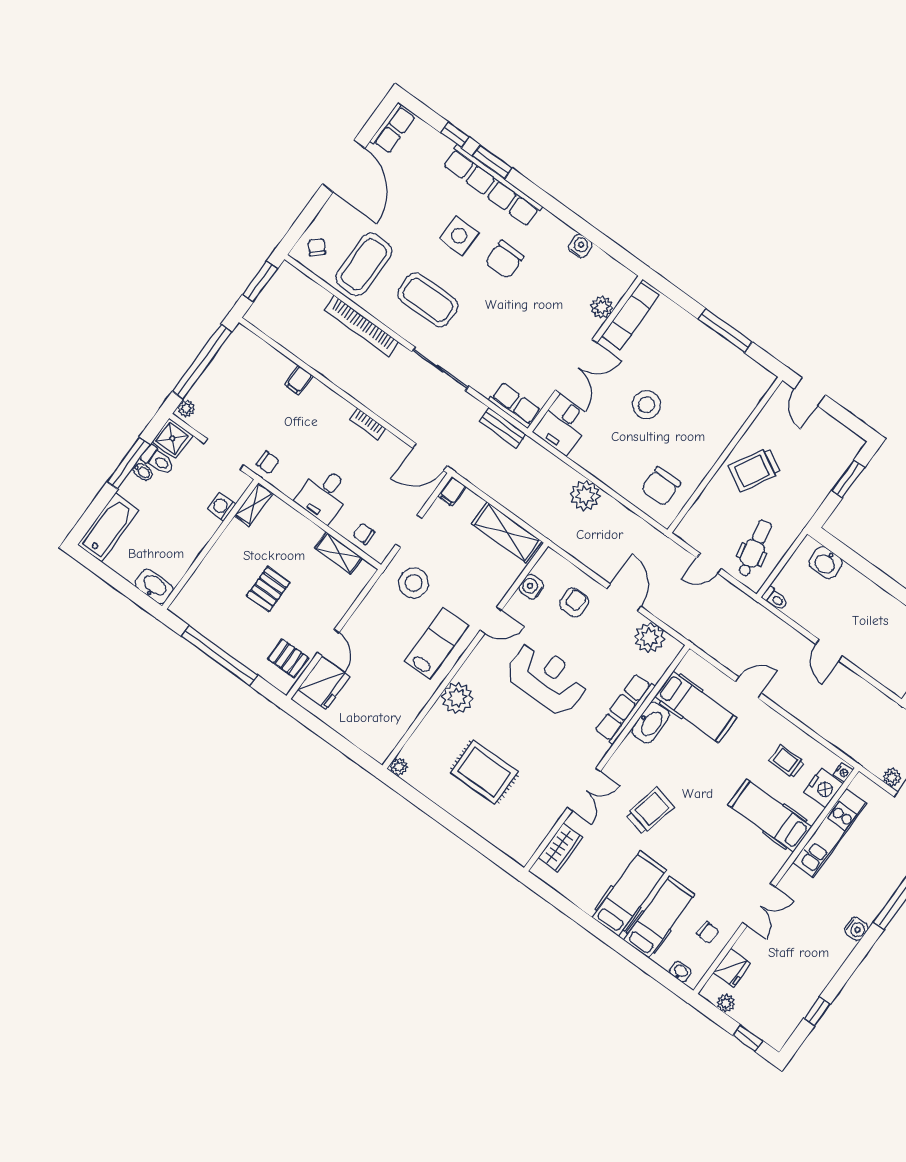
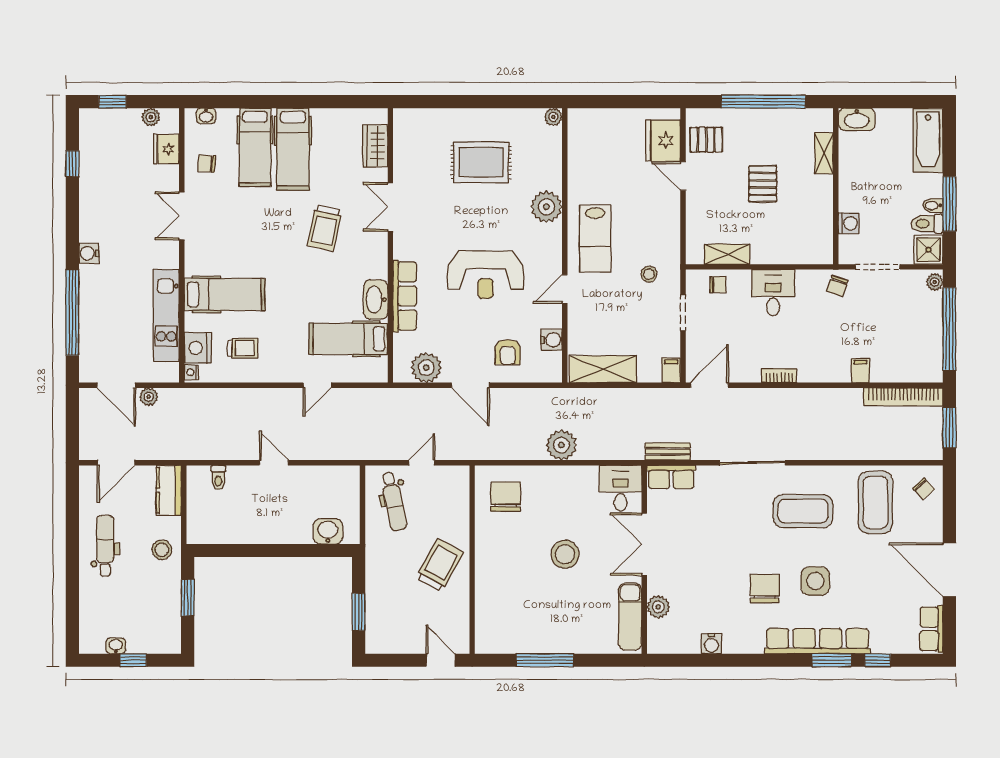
bookcase: (362, 326) -> (903, 397), moved, turned 180
chair: (268, 463) -> (837, 286), turned -71
shelving: (254, 504) -> (824, 154), moved
stool: (414, 583) -> (649, 274), width x0.53, depth x0.53
toilet: (775, 599) -> (218, 477), moved, turned -90

